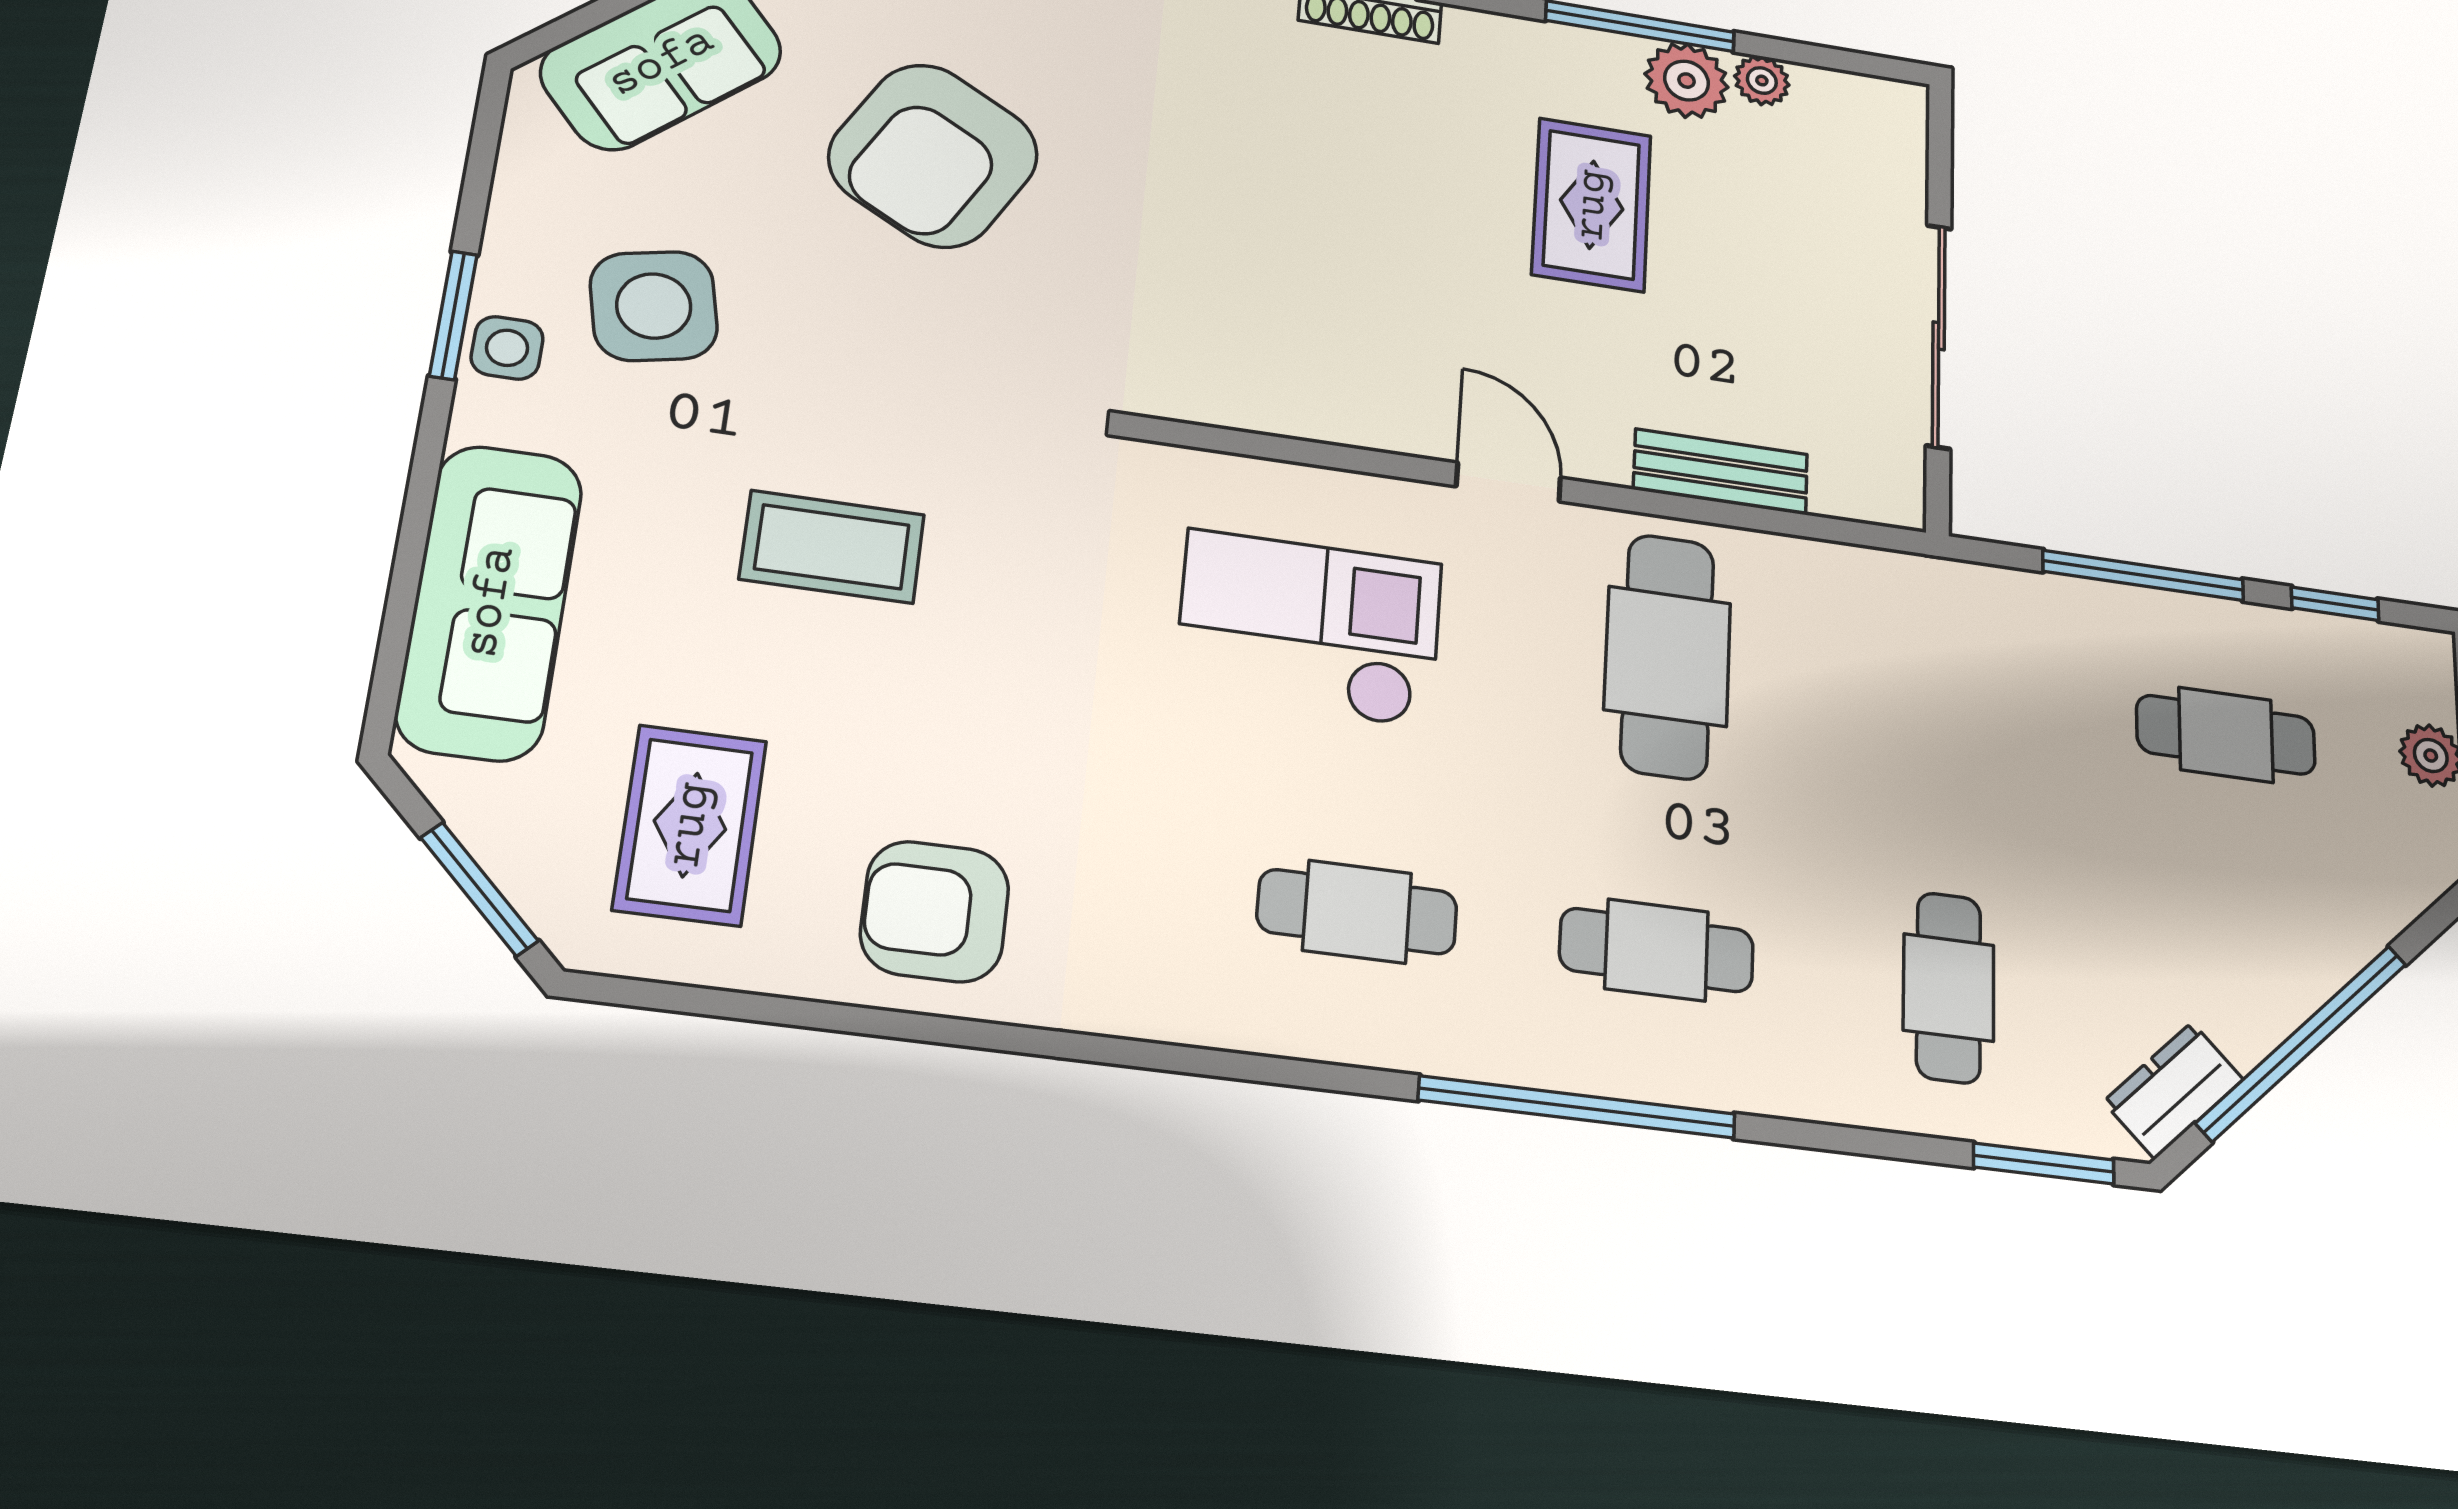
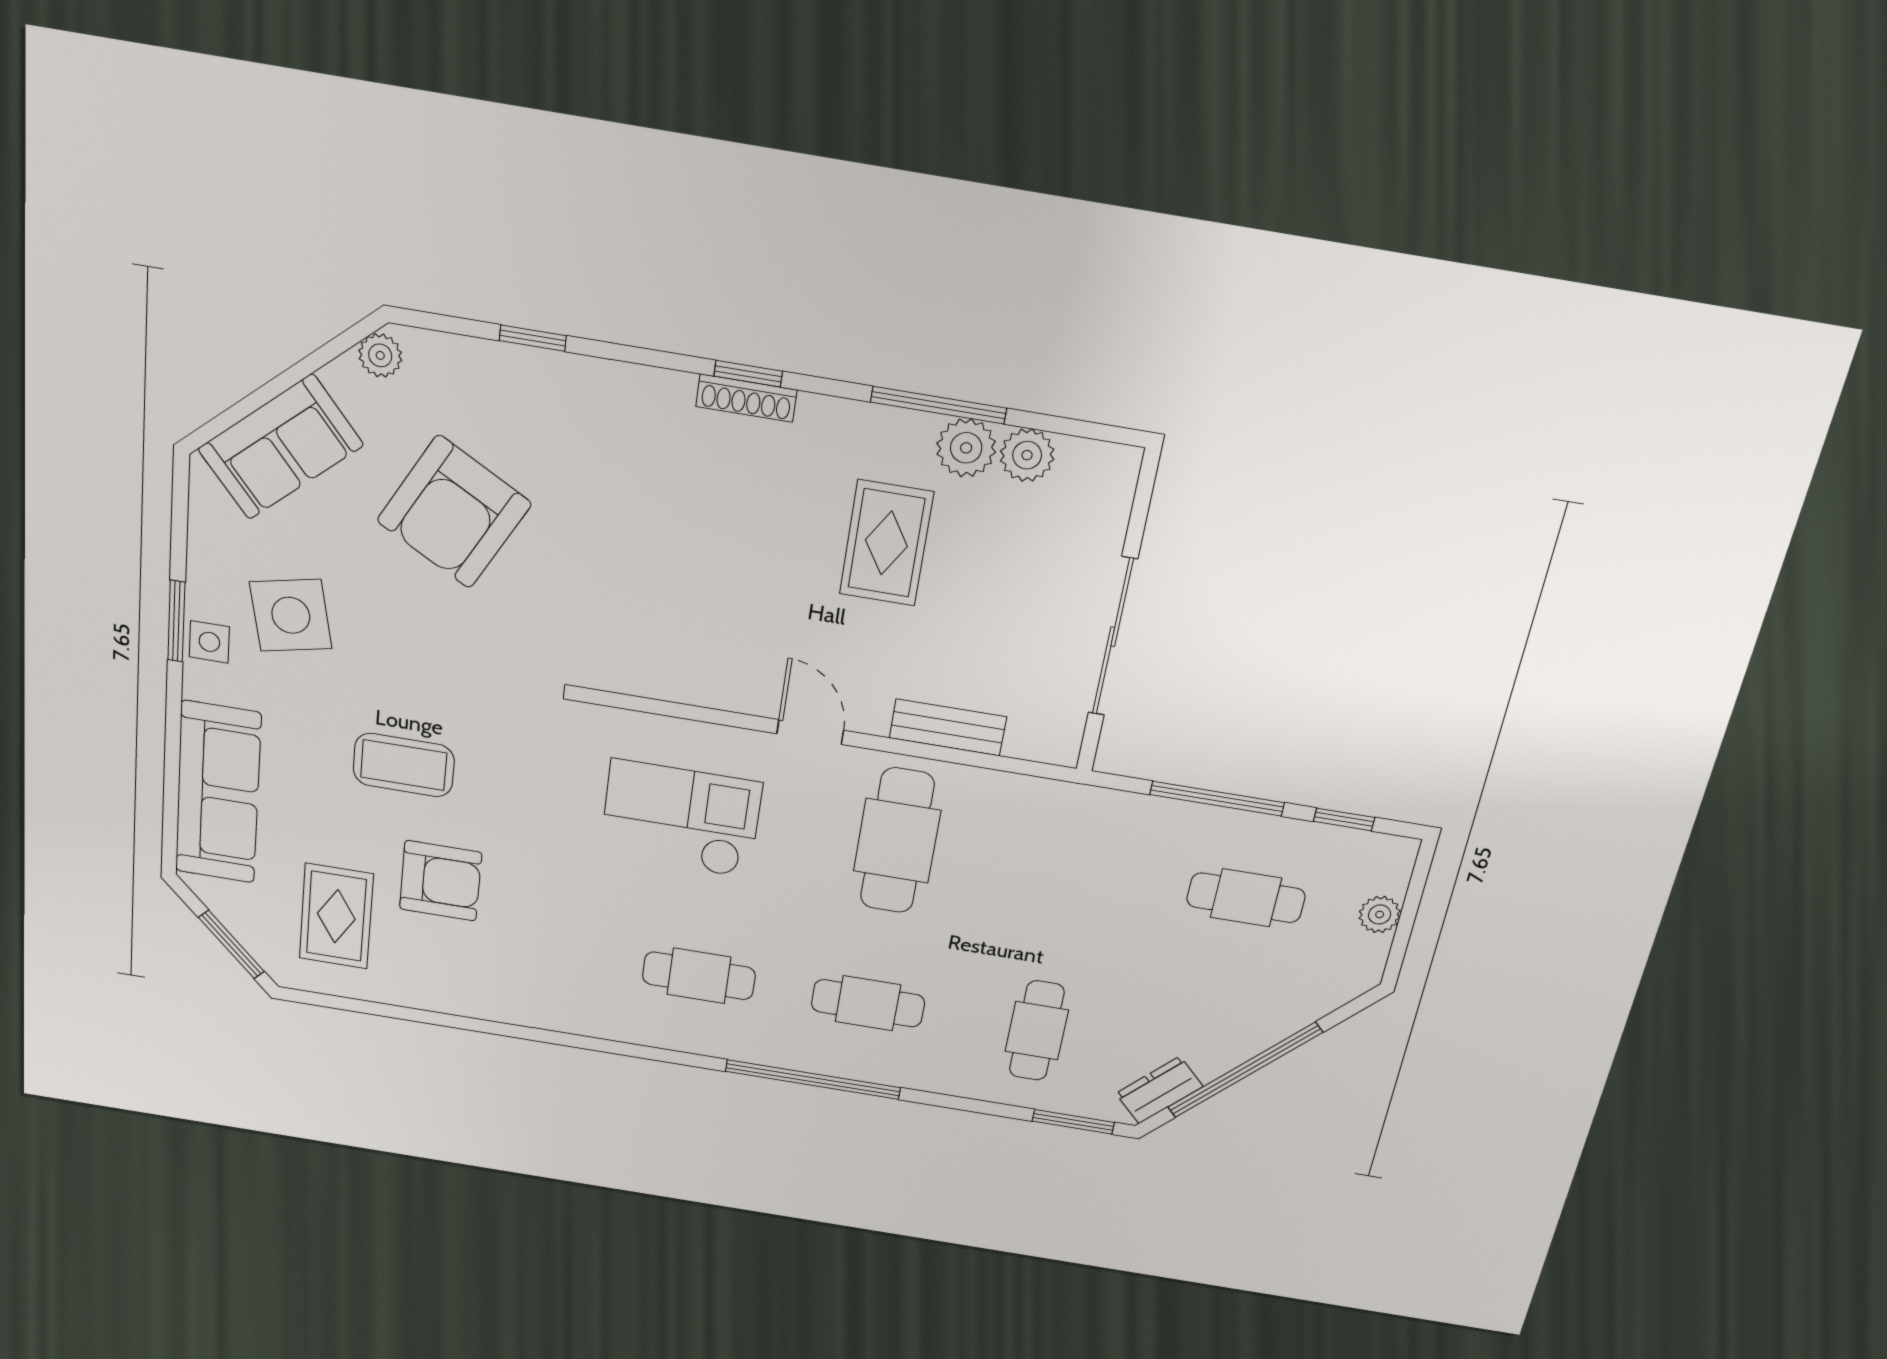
plant: (1762, 81) -> (1027, 455), width x1.38, depth x1.38
armchair: (935, 911) -> (441, 881), moved, turned 180

